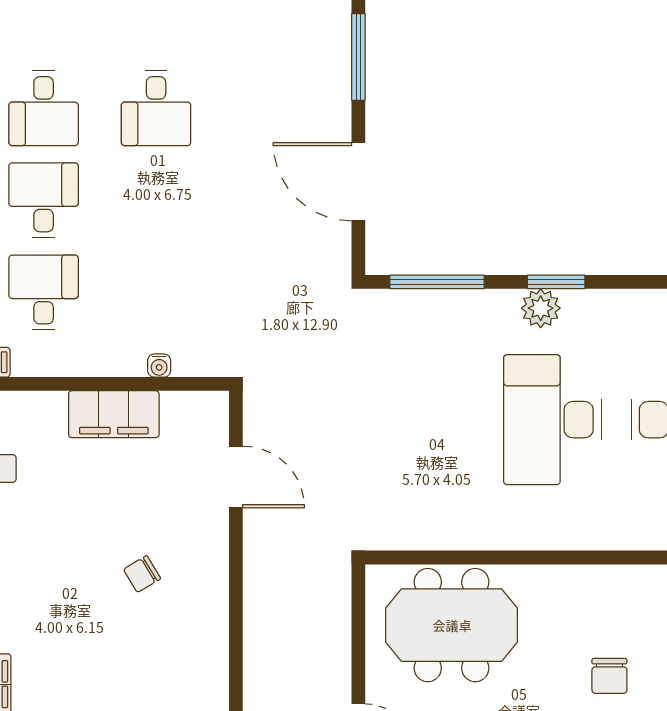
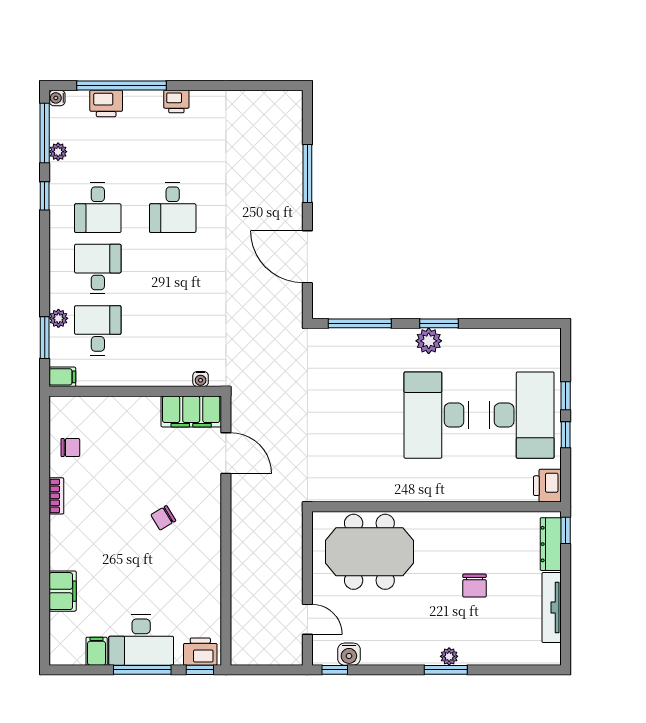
water cooler: (159, 366) -> (201, 379), moved
filing cabinet: (114, 414) -> (191, 411), moved

